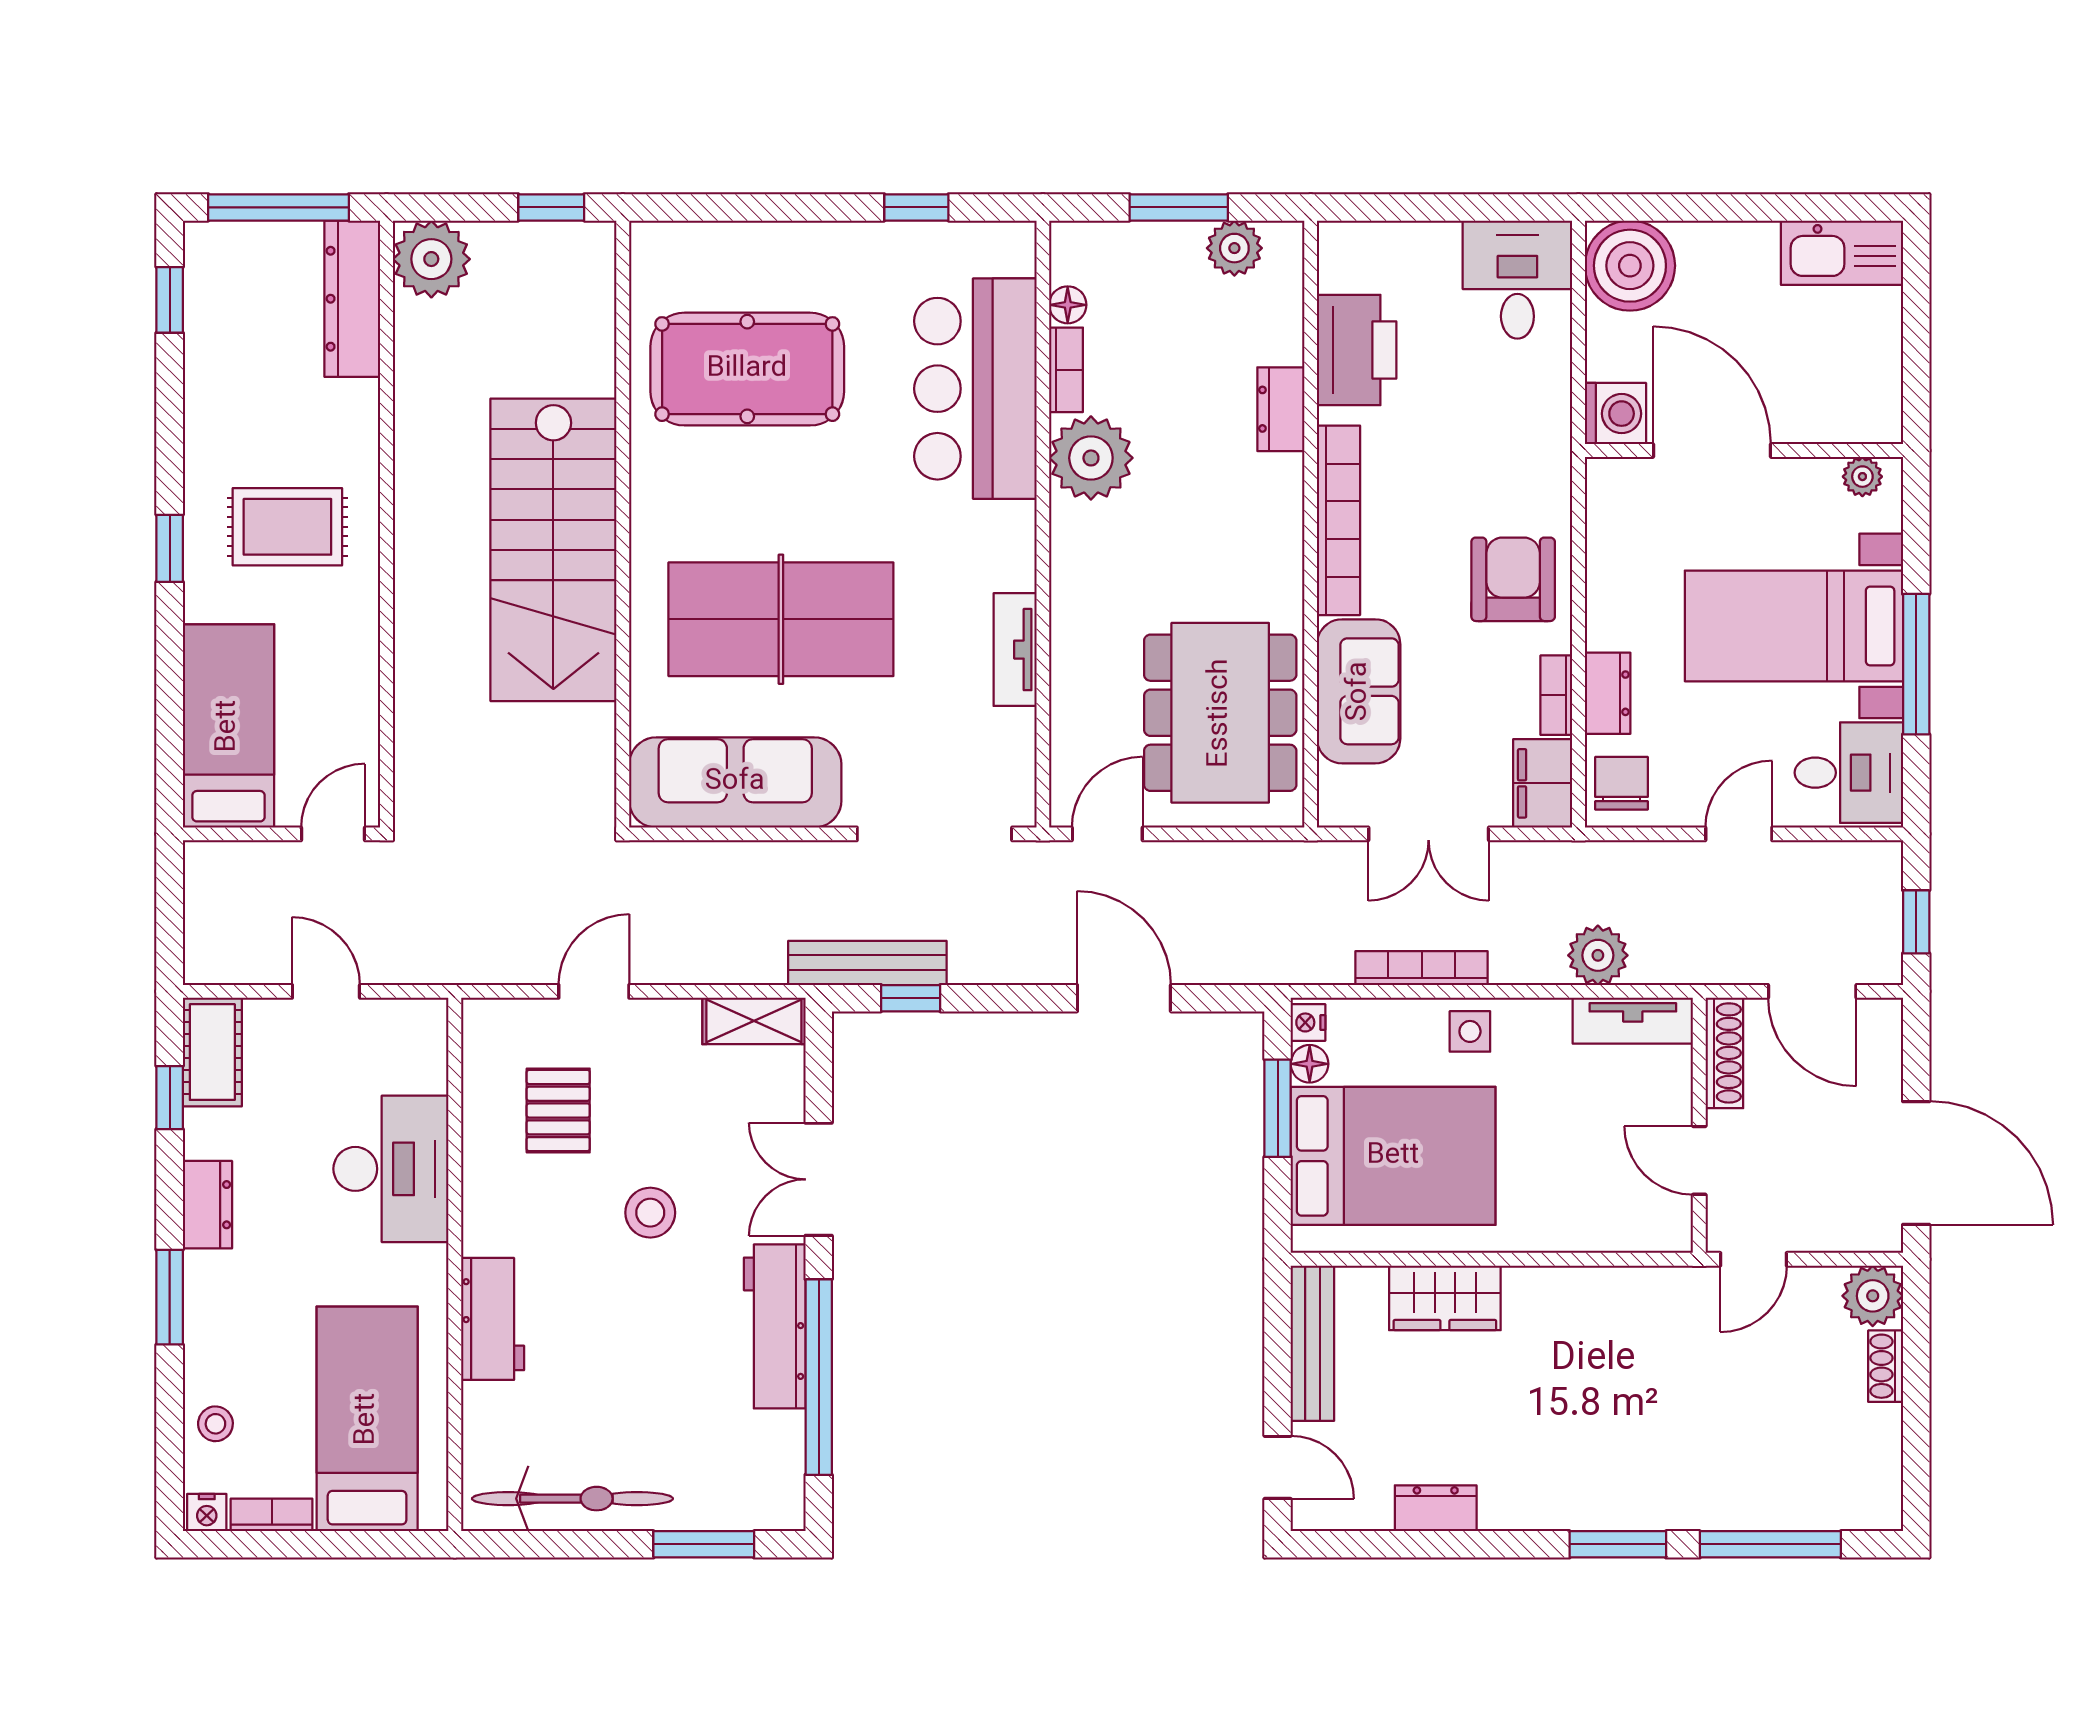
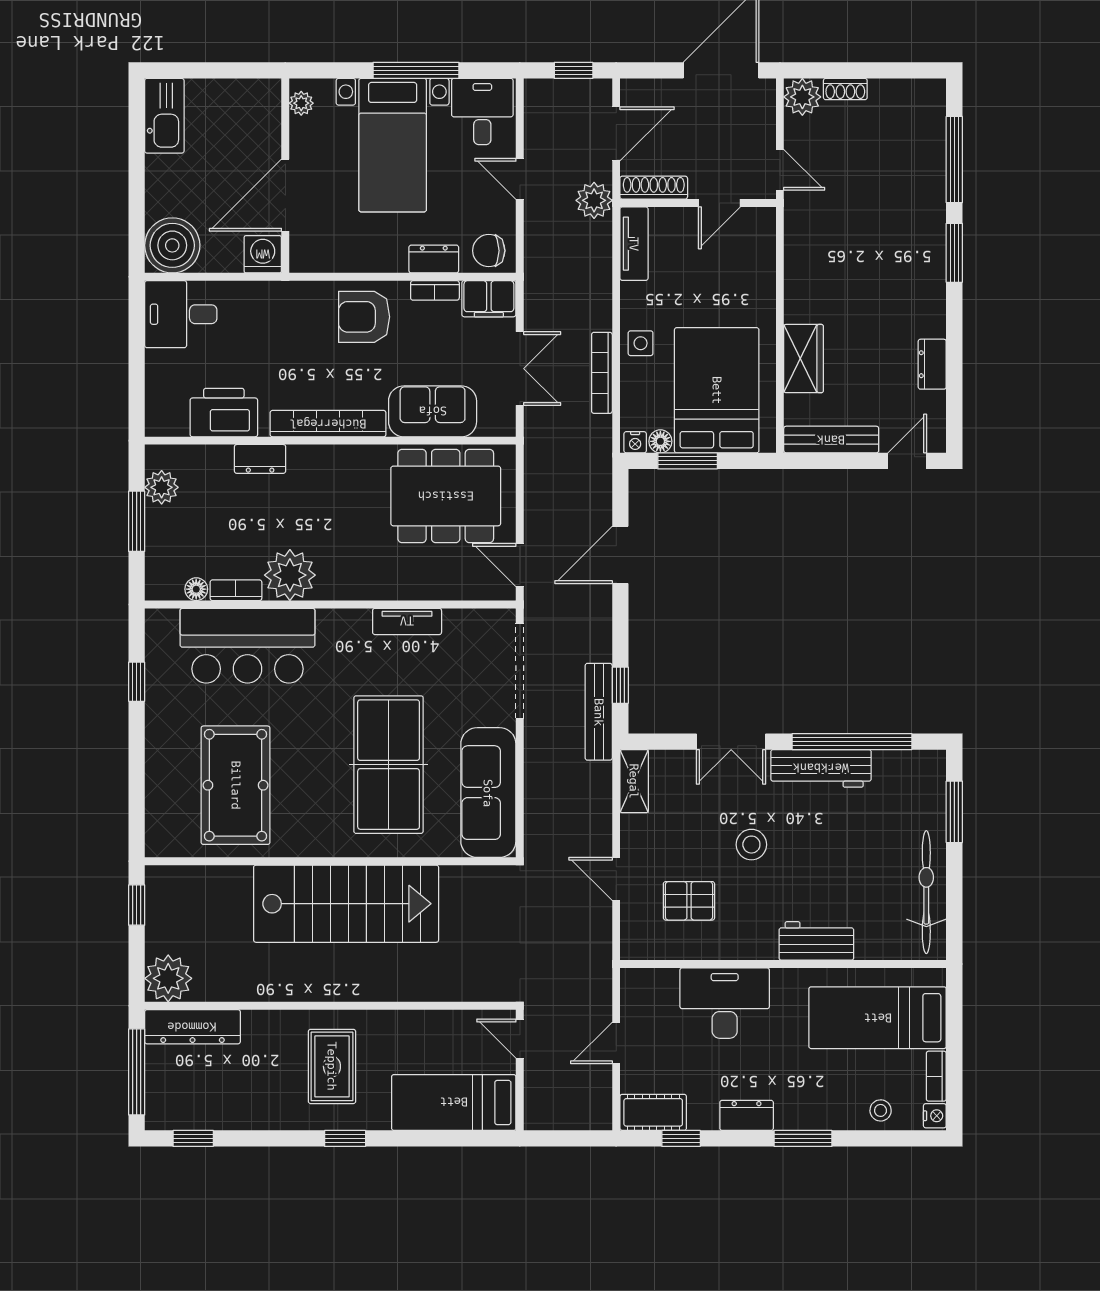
plant: (1598, 955) -> (594, 200), moved

